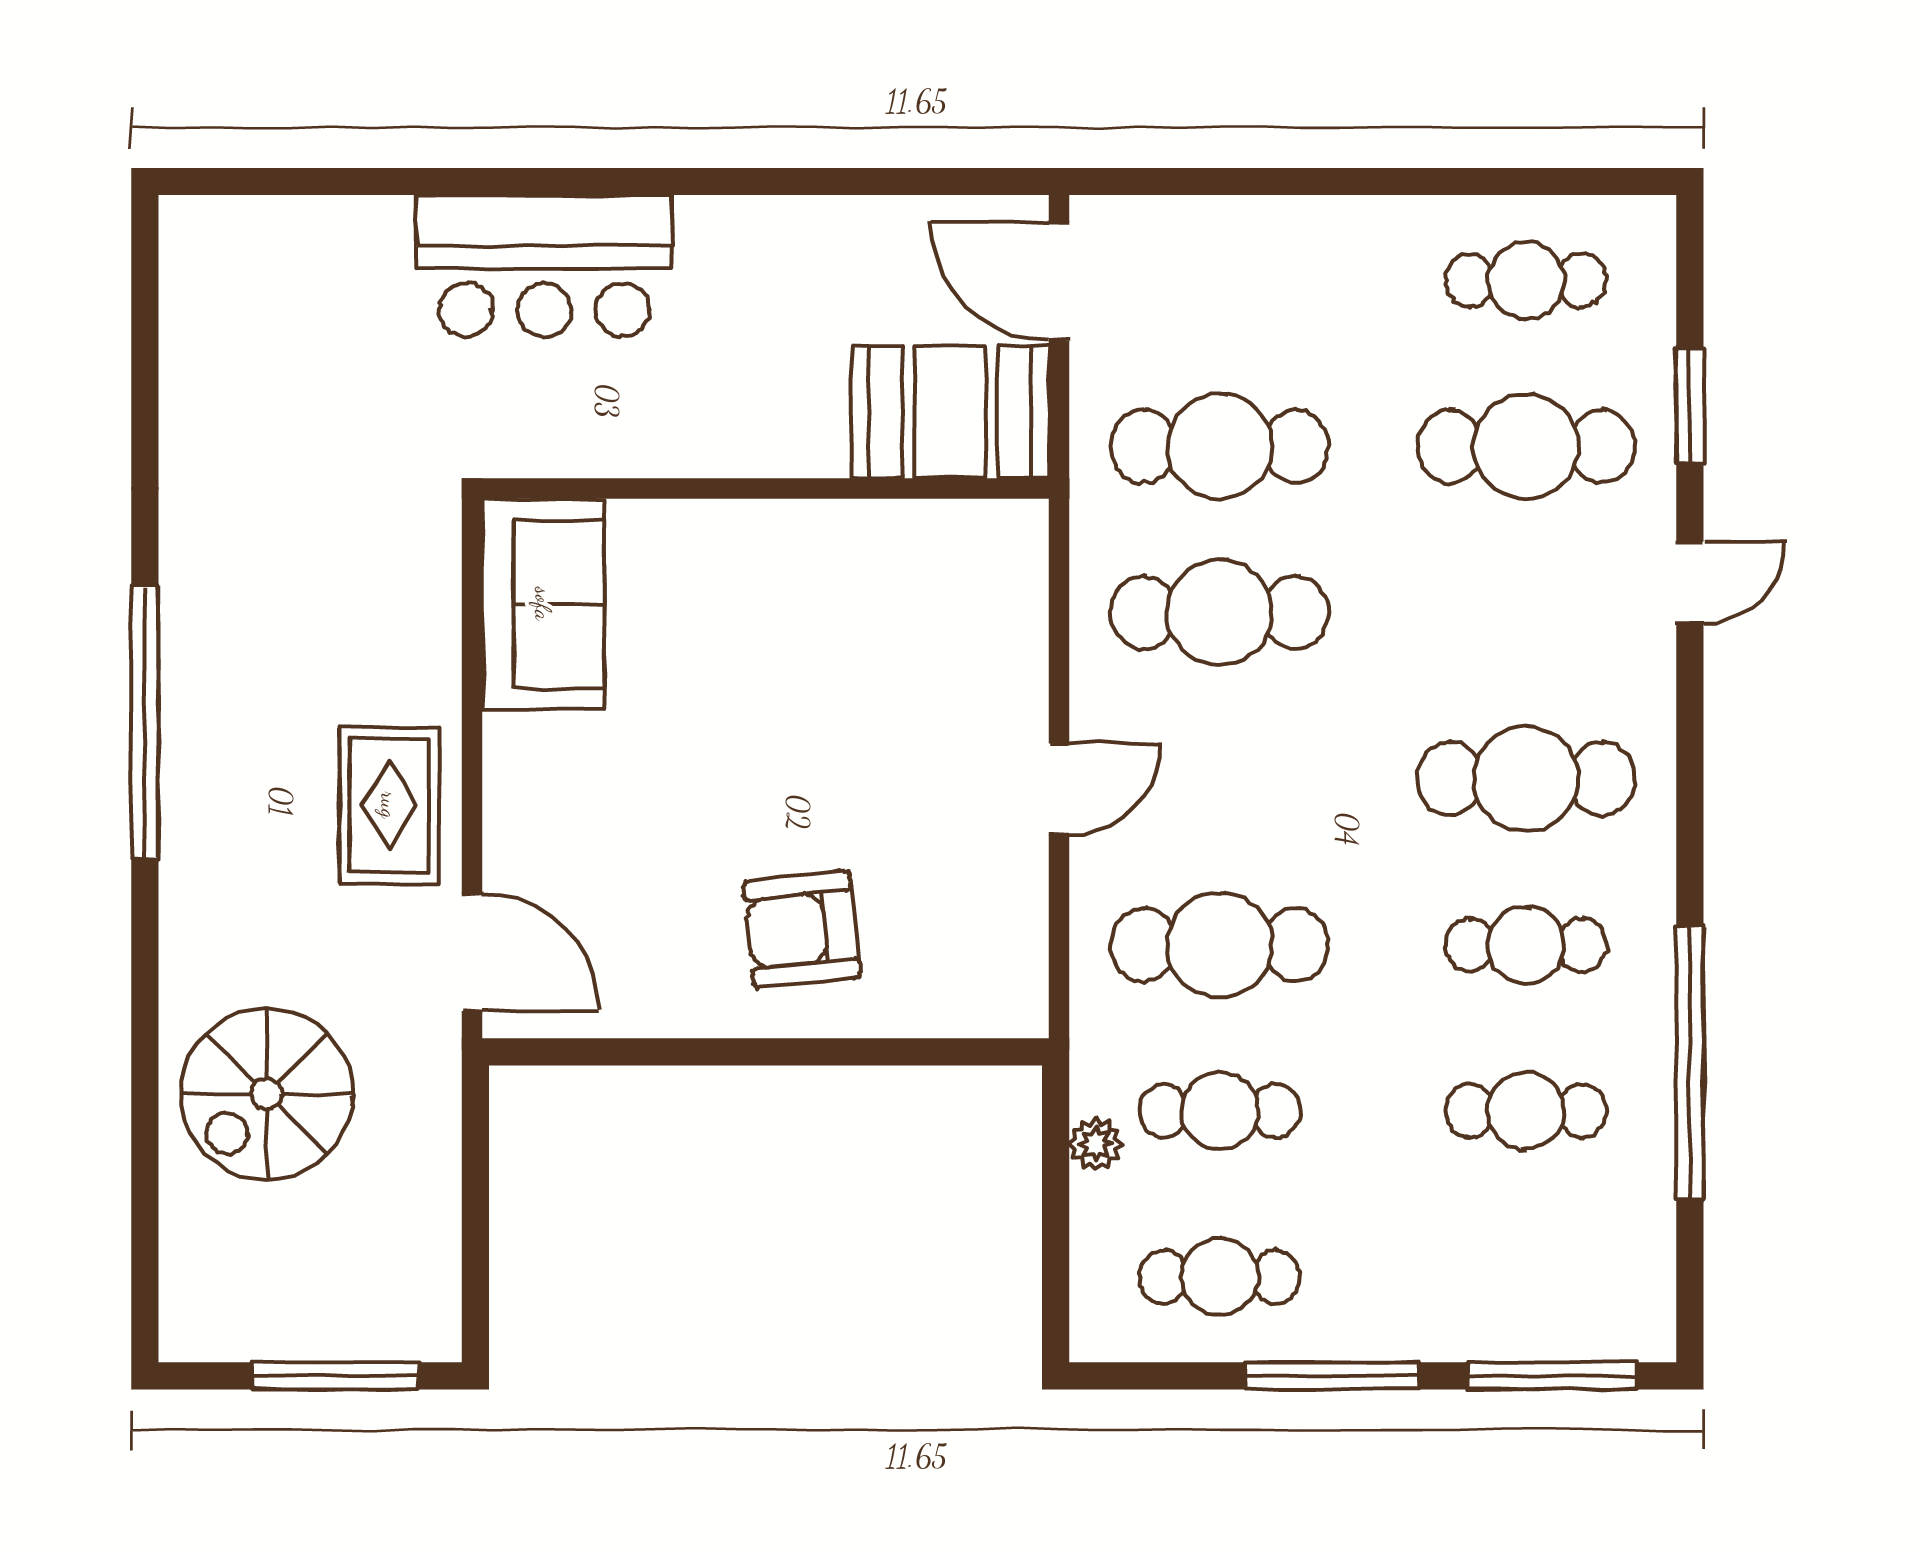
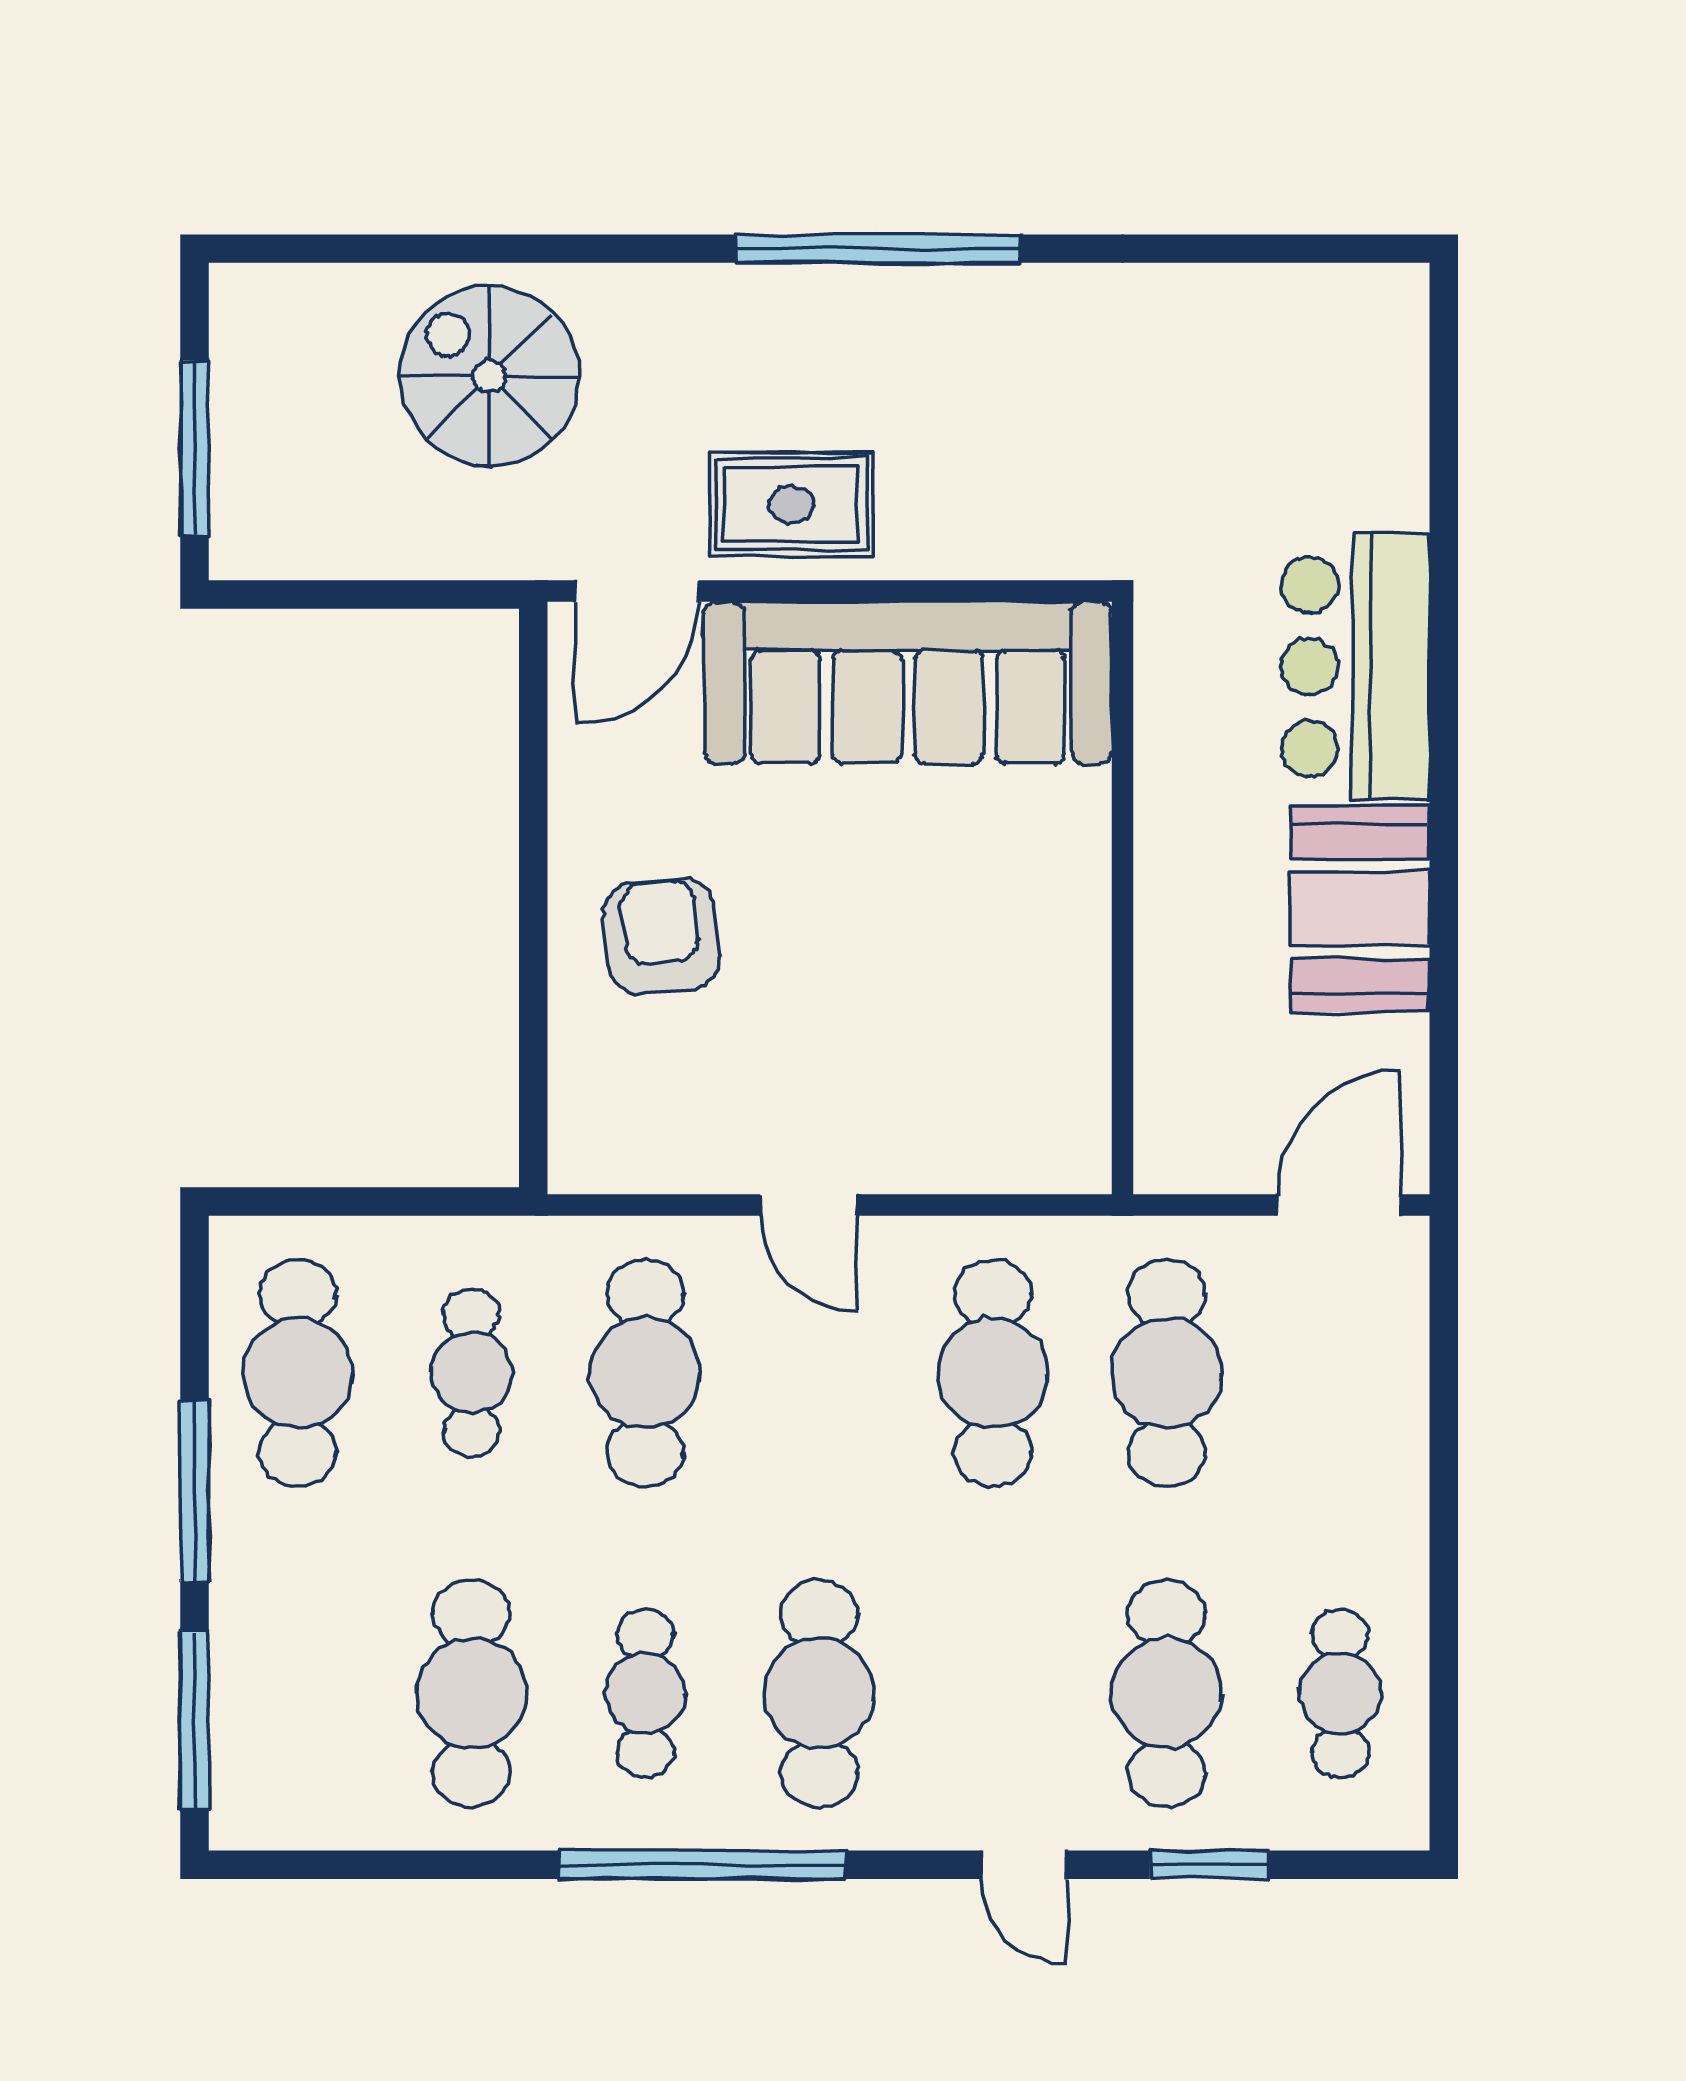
booth: (950, 412) -> (1360, 909), moved
sofa: (543, 604) -> (908, 683), width x1.85, depth x1.27
window: (1690, 1063) -> (702, 1865), moved
cafe table: (1526, 1111) -> (472, 1693), width x1.37, depth x1.35
plant: (1095, 1144) -> (437, 1243), removed
cafe table: (1220, 1277) -> (298, 1373), width x1.37, depth x1.35

